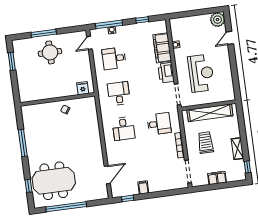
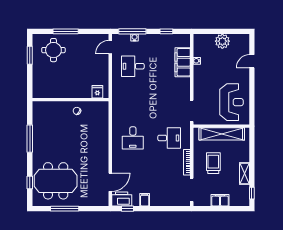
plant: (218, 20) -> (222, 41), moved
round table: (50, 52) -> (53, 50), moved
printer: (166, 73) -> (122, 199), moved, turned 90
reception desk: (201, 73) -> (232, 102), moved
desk: (119, 93) -> (133, 102), removed
window: (66, 207) -> (65, 209), width x0.68

